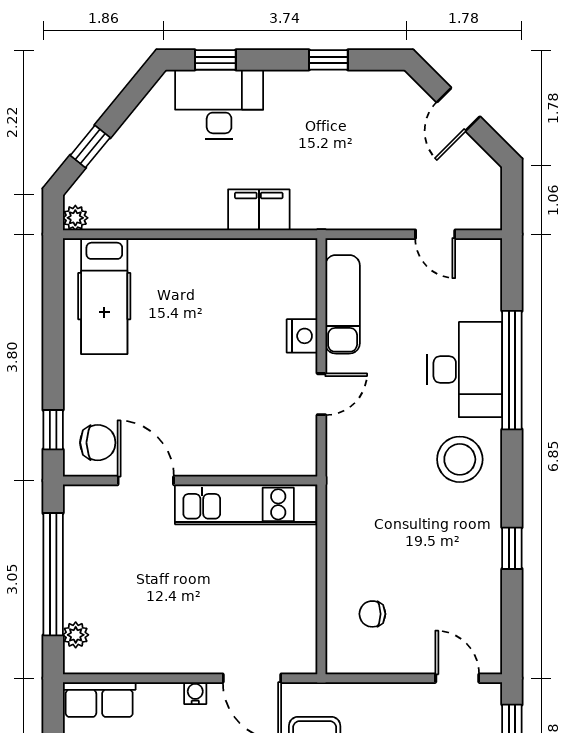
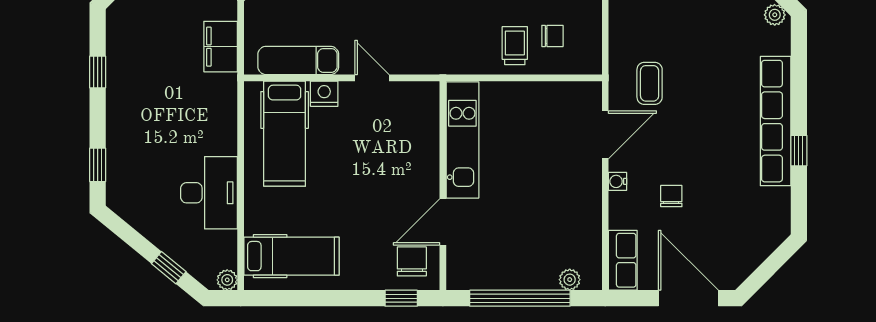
desk: (219, 104) -> (209, 193), moved, turned 180
filing cabinet: (259, 210) -> (221, 47), moved
hospital bed: (253, 288) -> (285, 134), added
trolley: (361, 568) -> (515, 46), added
chair: (372, 614) -> (552, 36), turned -90

